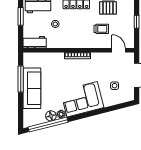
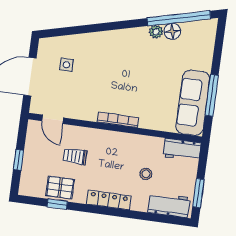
sofa: (32, 88) -> (193, 103), moved
corner sofa: (82, 99) -> (120, 51), removed

